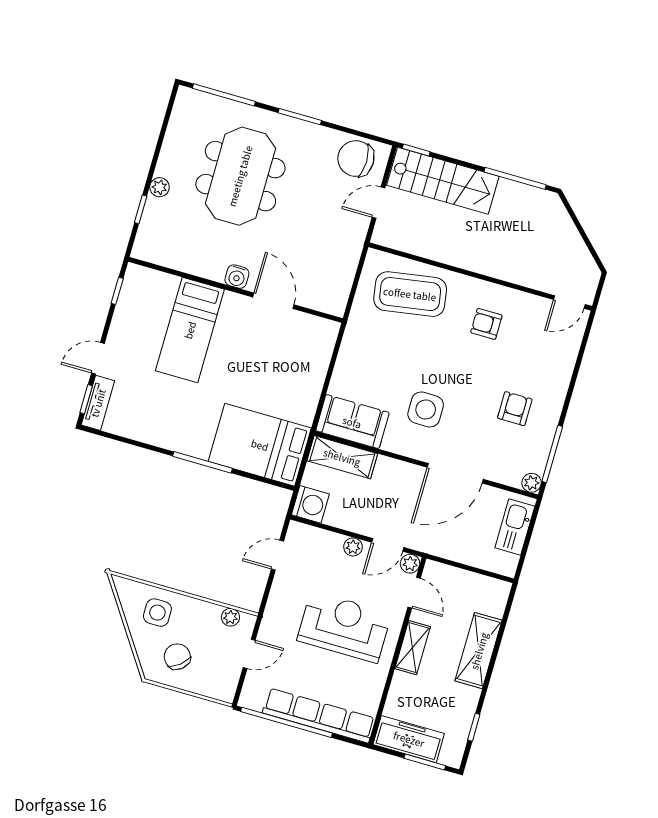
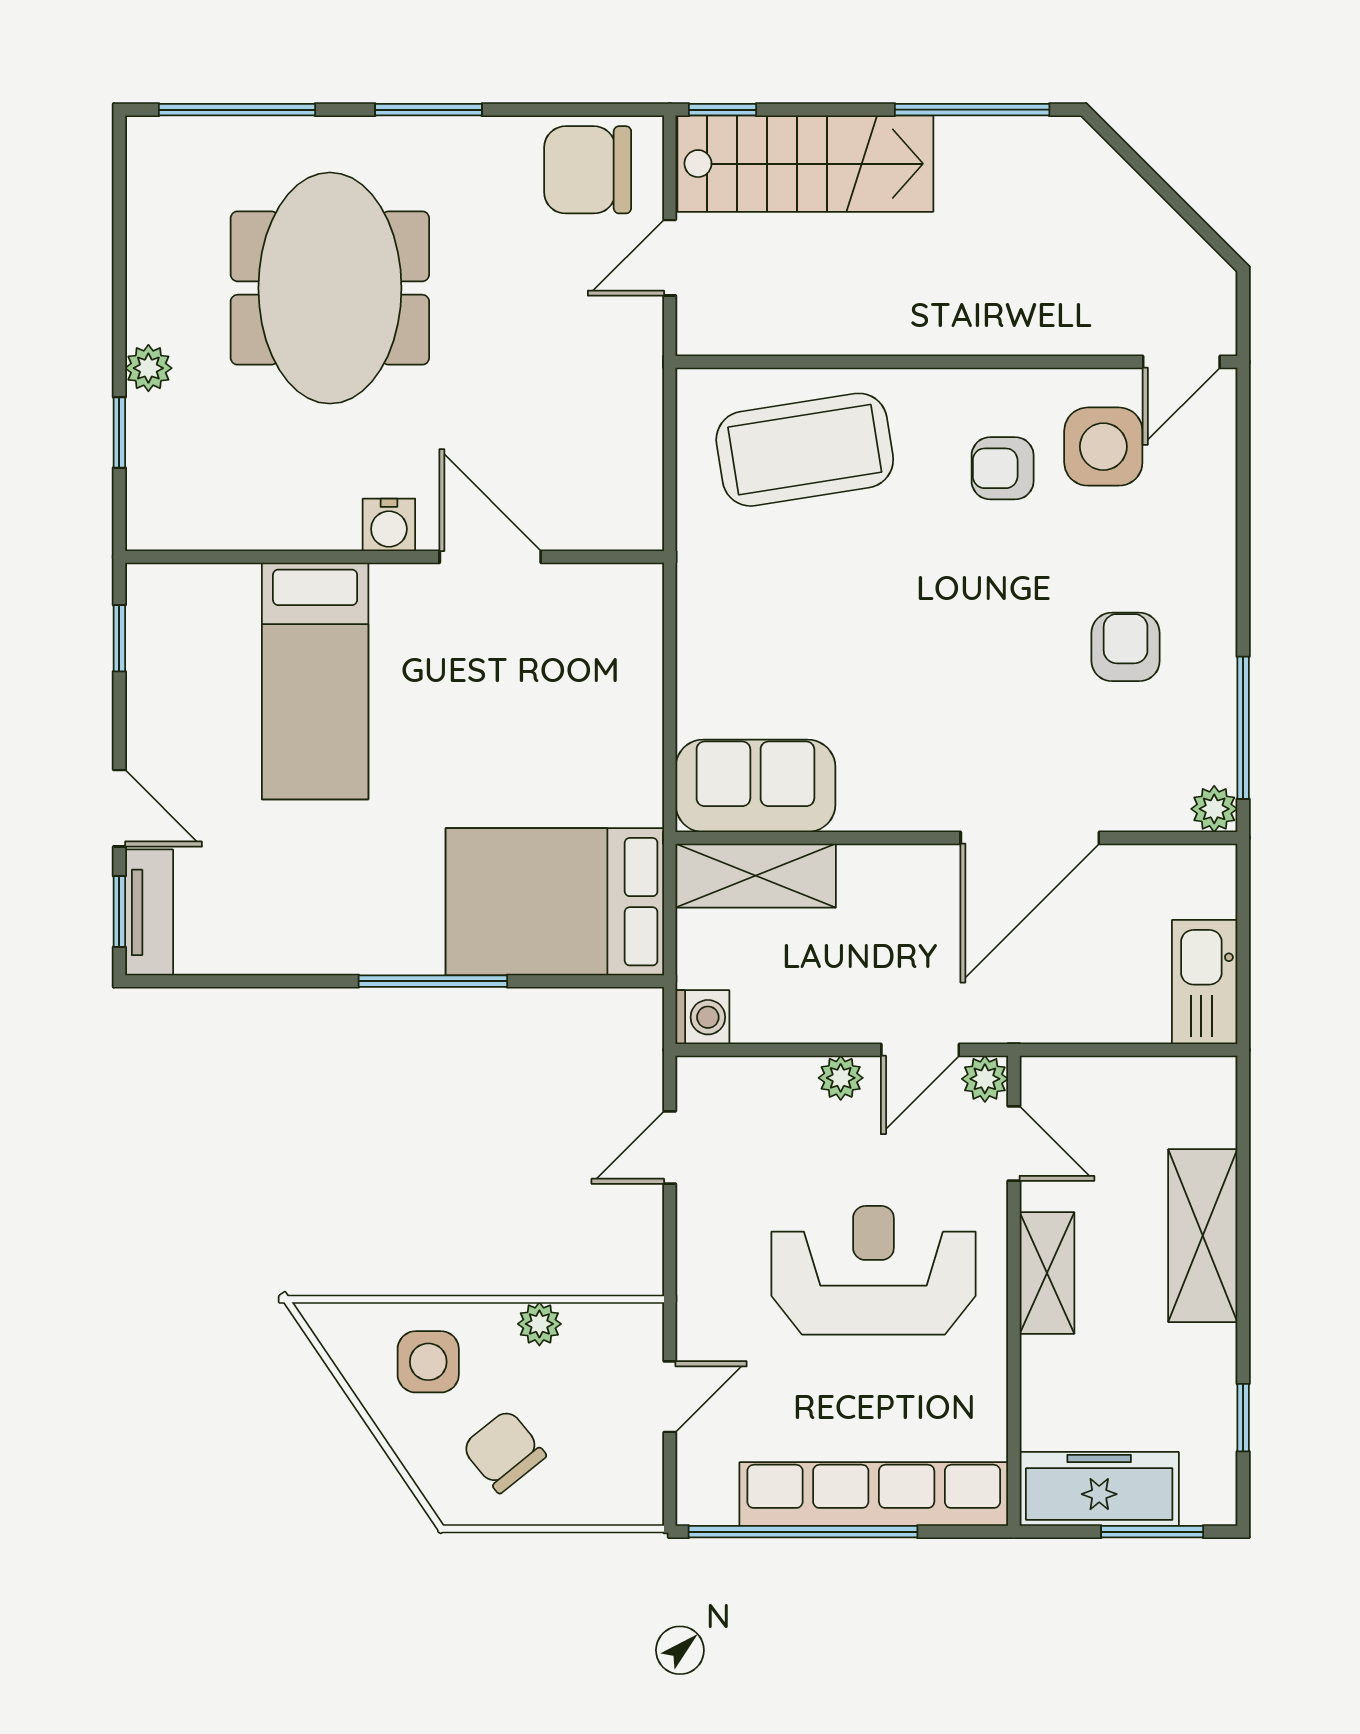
door: (98, 358) -> (119, 808), swing flipped
side table: (426, 410) -> (1103, 447), moved
washing machine: (310, 504) -> (702, 1017), width x0.73, depth x0.73
kitchen sink: (515, 527) -> (1205, 982), moved
plant: (230, 617) -> (539, 1324), moved

